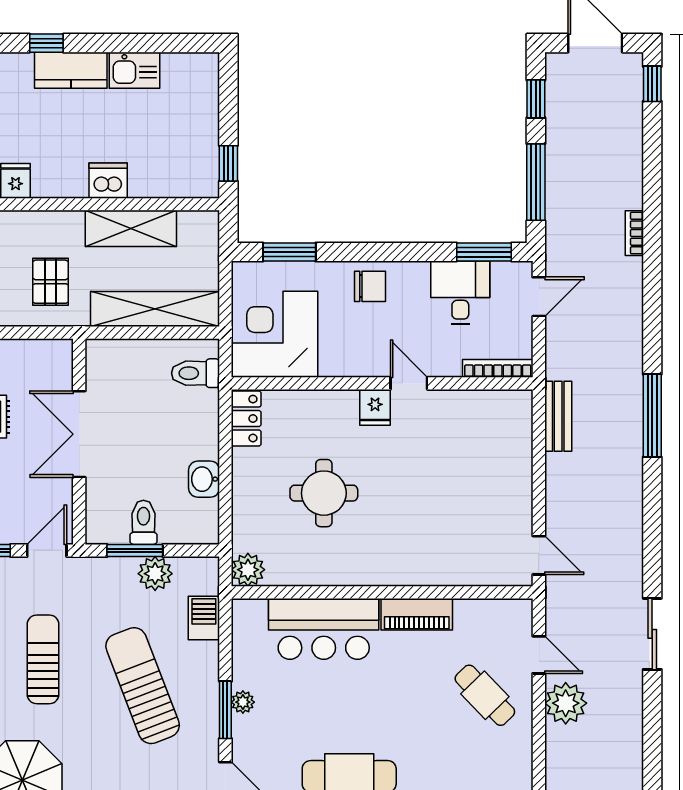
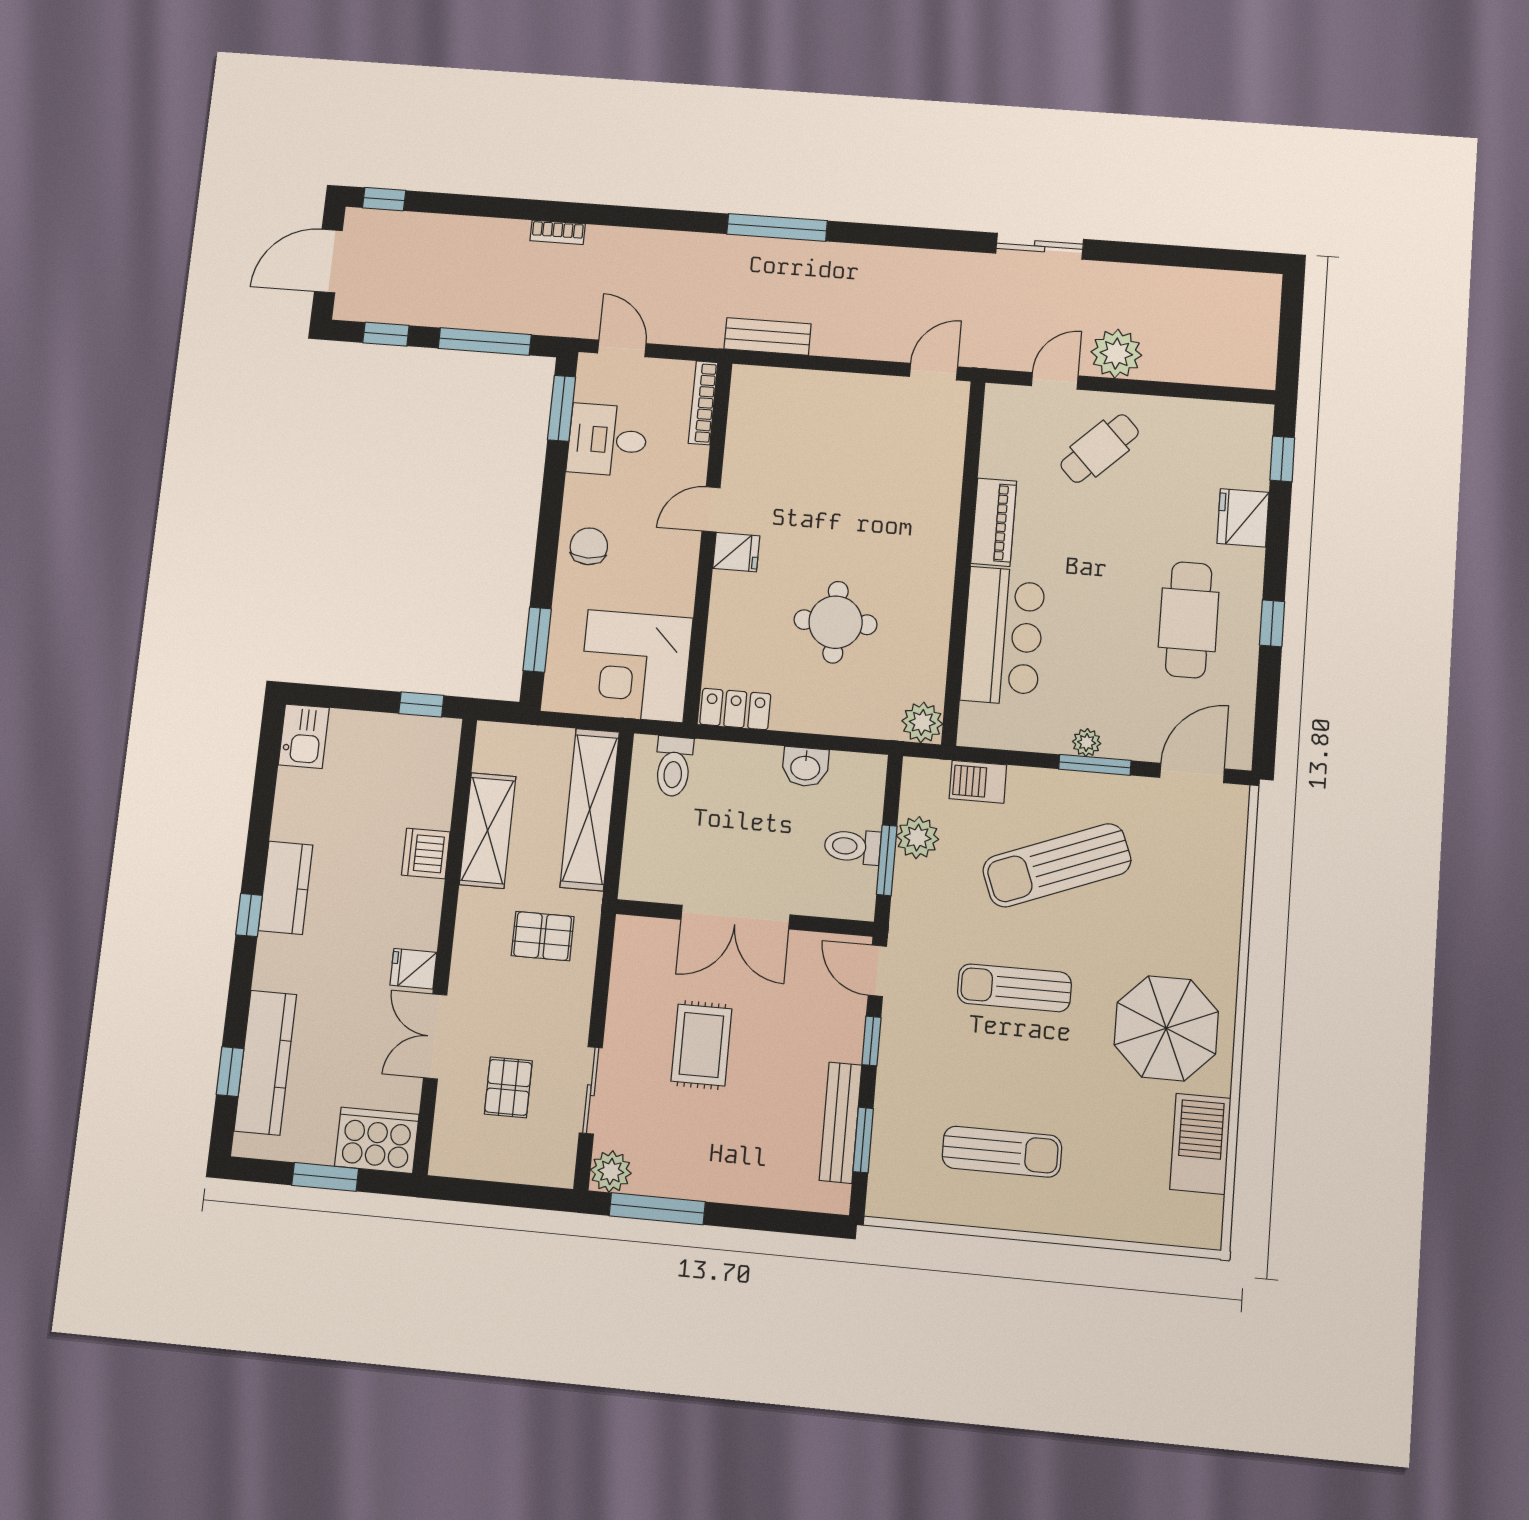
kitchen sink: (134, 70) -> (304, 736), moved

